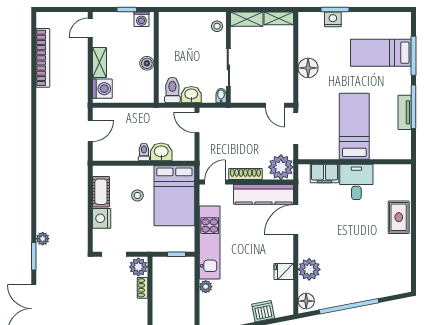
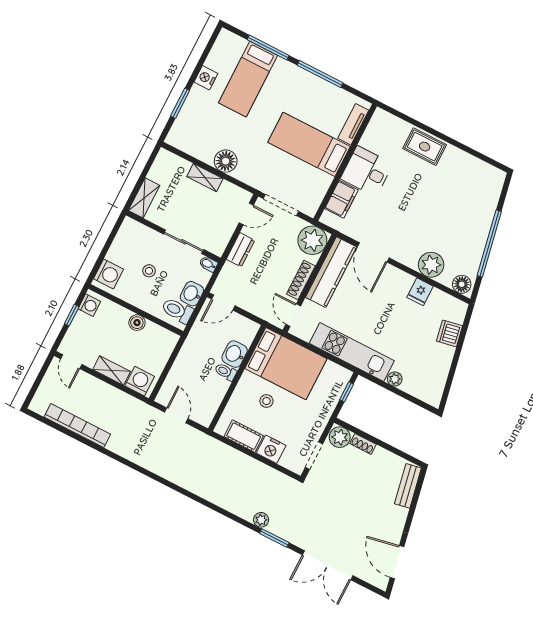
shelving: (279, 18) -> (205, 178), moved, turned 90
nightstand: (333, 19) -> (206, 78), moved
washing machine: (173, 22) -> (108, 274), added
stool: (217, 26) -> (149, 271), moved
tv unit: (405, 112) -> (353, 124), moved, turned 90
dresser: (245, 115) -> (241, 250), added

